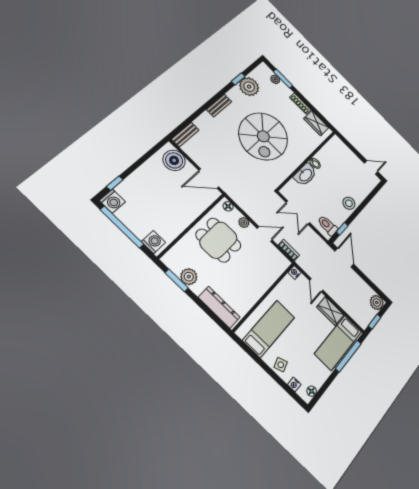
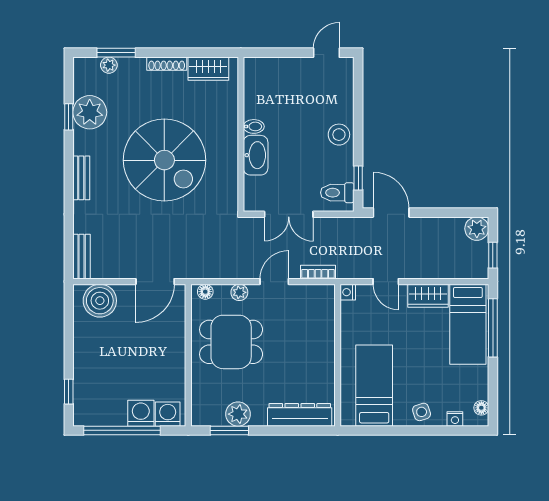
washing machine: (112, 201) -> (141, 413), moved, turned -90

